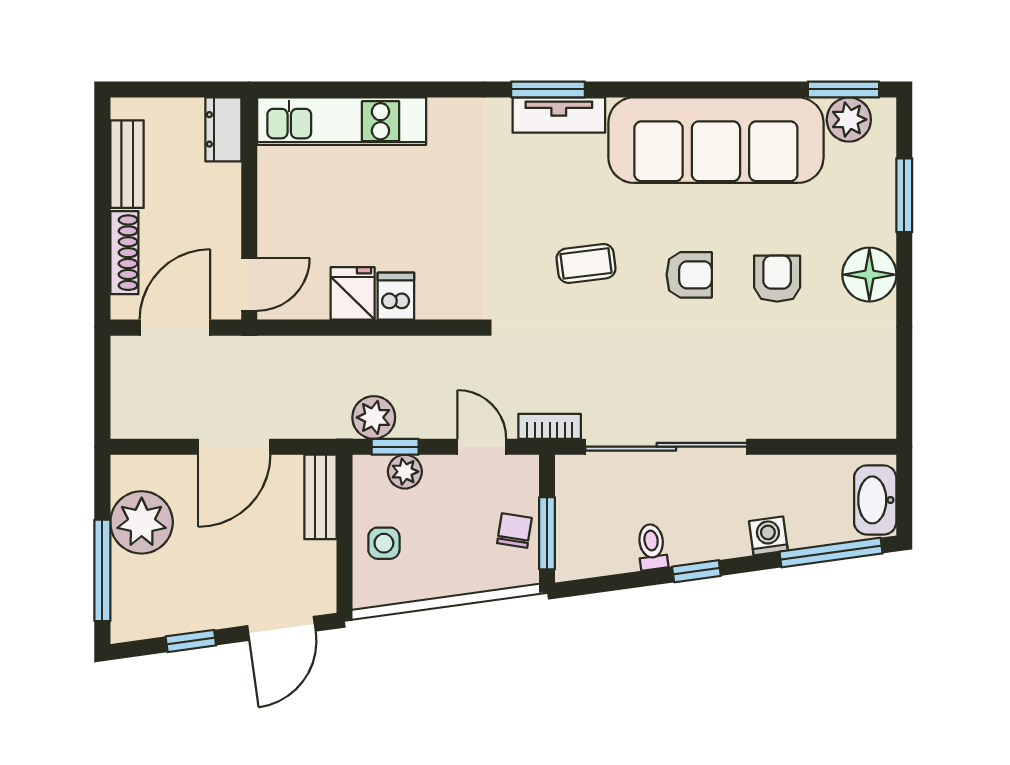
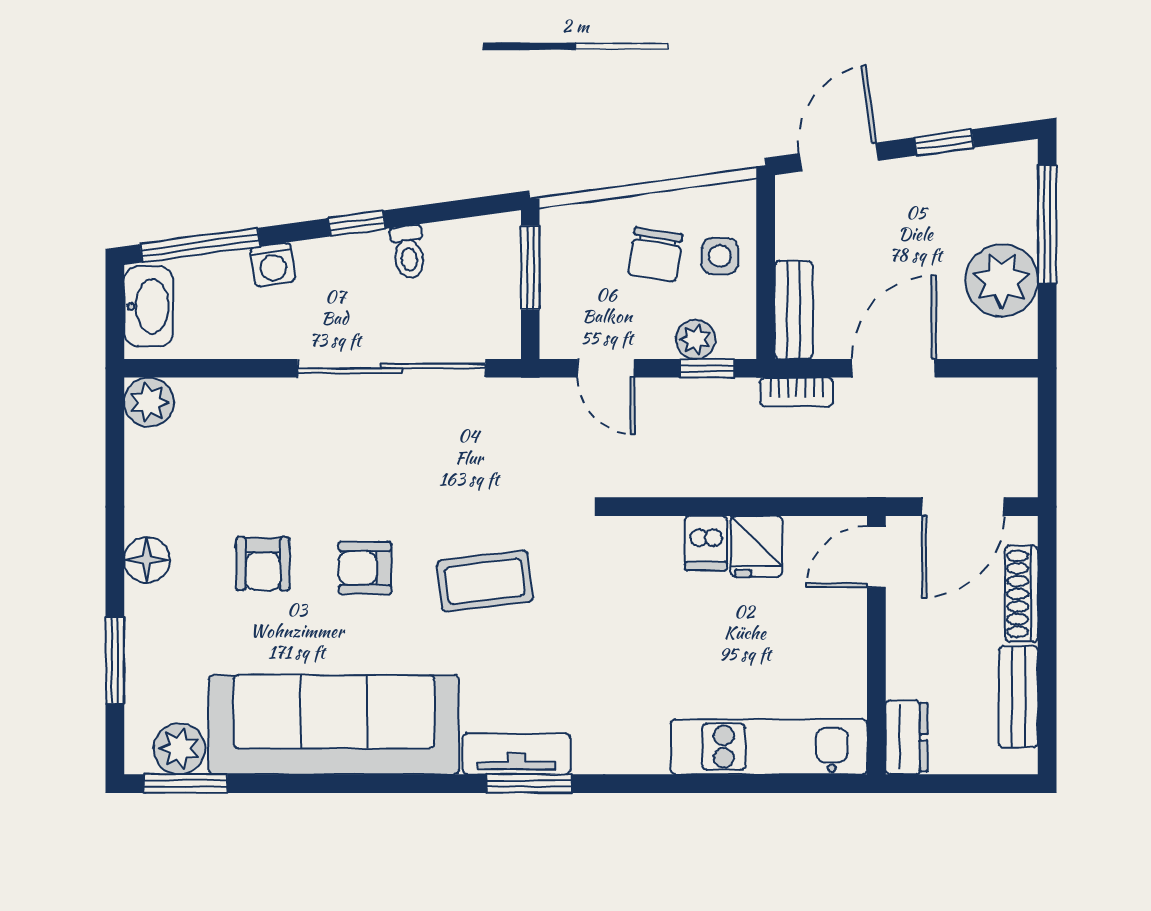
coffee table: (586, 263) -> (485, 581), width x1.36, depth x1.30
floor lamp: (869, 275) -> (147, 560), width x0.73, depth x0.73
plant: (374, 417) -> (149, 402), moved
bookcase: (550, 426) -> (797, 392), moved
chair: (514, 531) -> (655, 254), moved, width x1.37, depth x1.37

